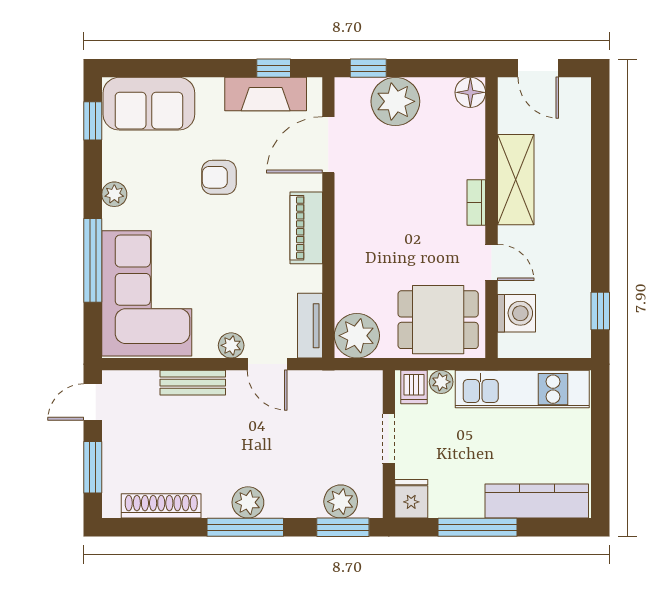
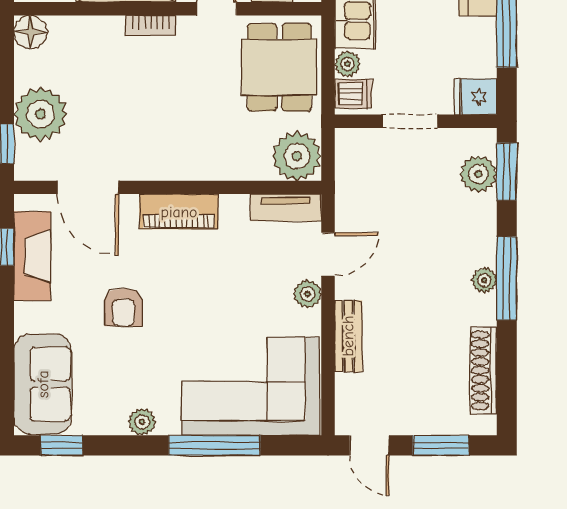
plant: (248, 502) -> (484, 280), width x0.73, depth x0.73

